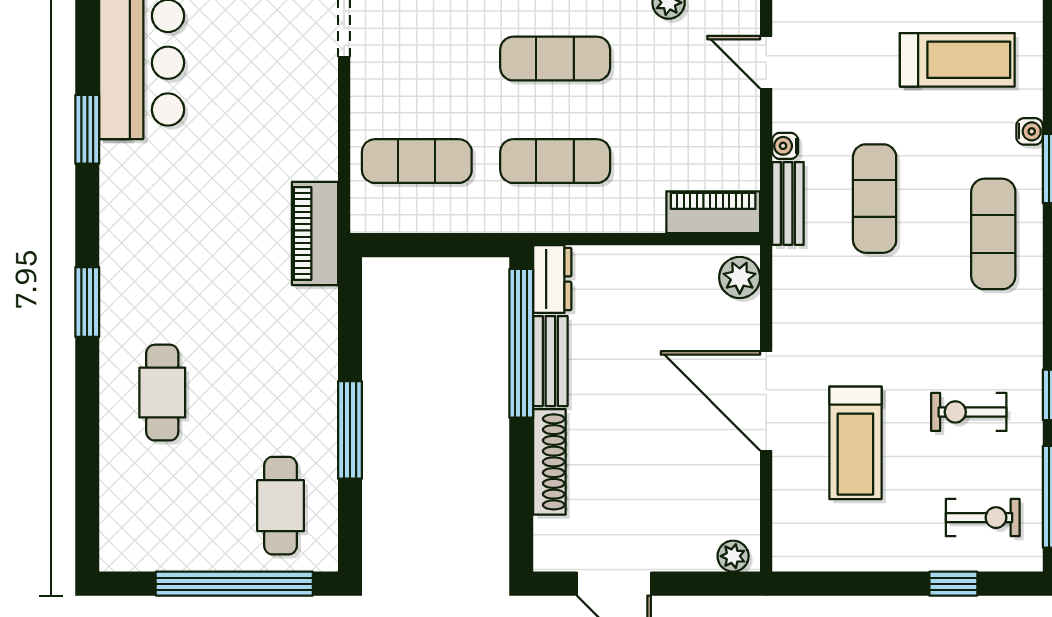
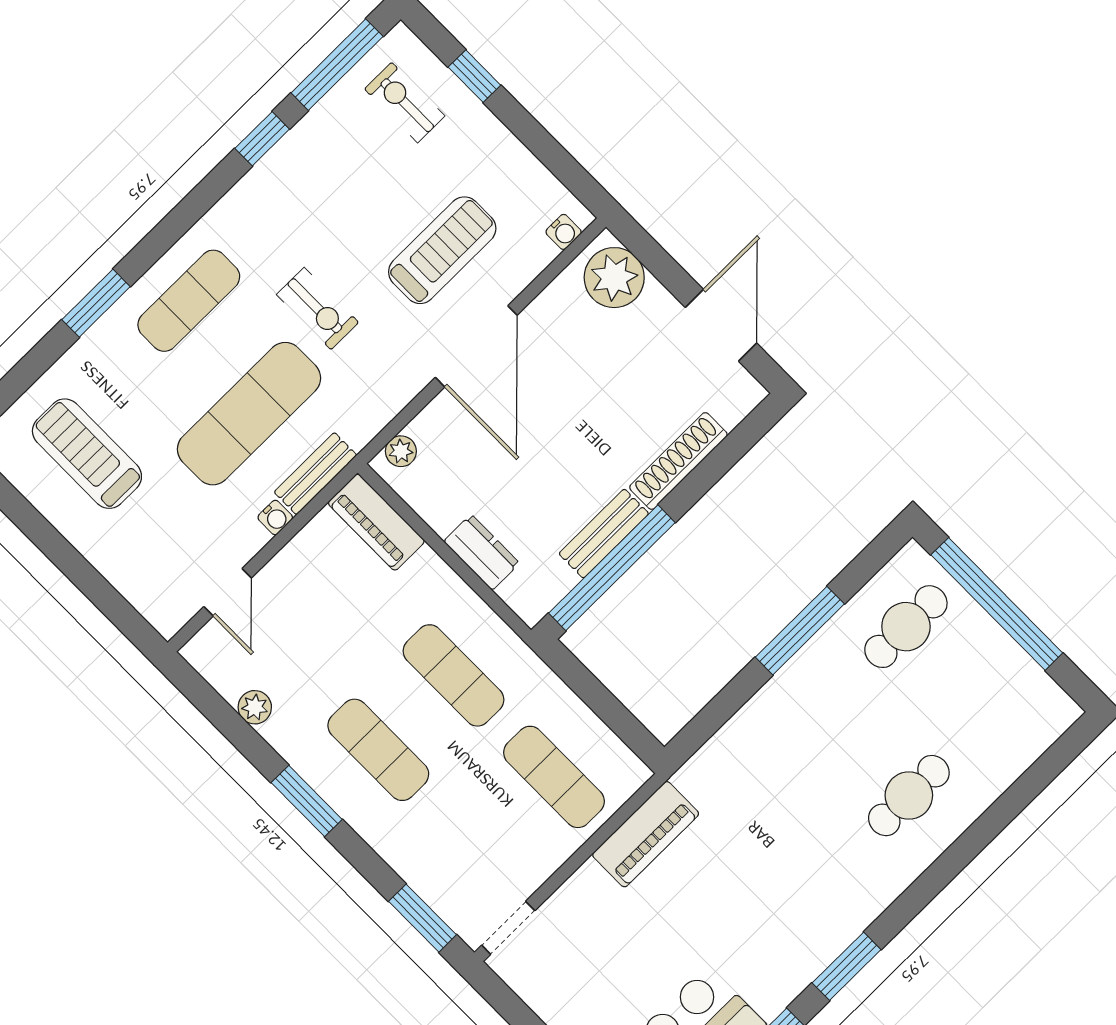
water cooler: (1030, 131) -> (564, 232), moved, turned 180
exercise mat: (875, 199) -> (249, 414), width x1.36, depth x1.45
piano: (315, 233) -> (646, 834), moved
plant: (740, 277) -> (401, 451), width x0.73, depth x0.73
dresser: (552, 279) -> (482, 552), moved, turned 90
window: (87, 302) -> (847, 966), moved
exercise bike: (969, 412) -> (318, 309), moved
plant: (733, 556) -> (614, 278), width x1.88, depth x1.88

